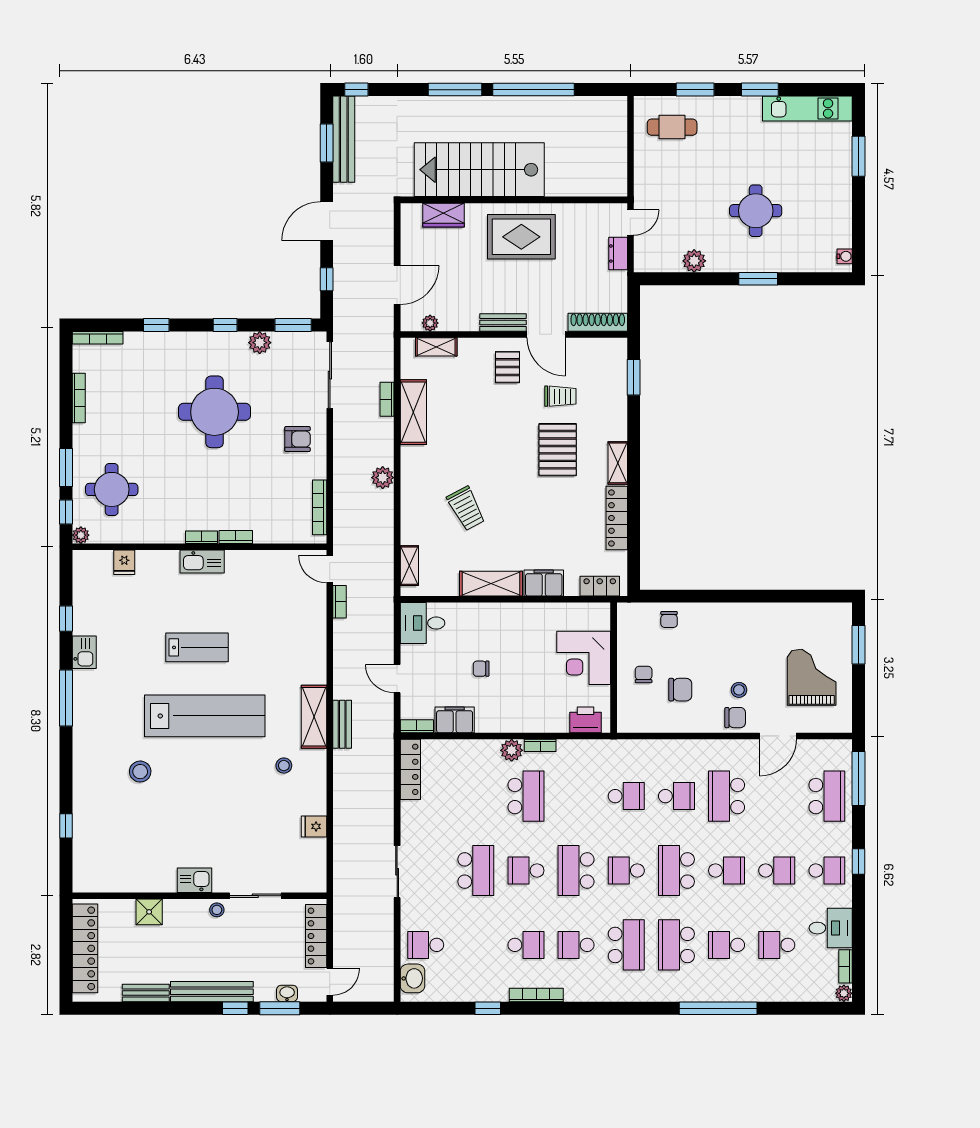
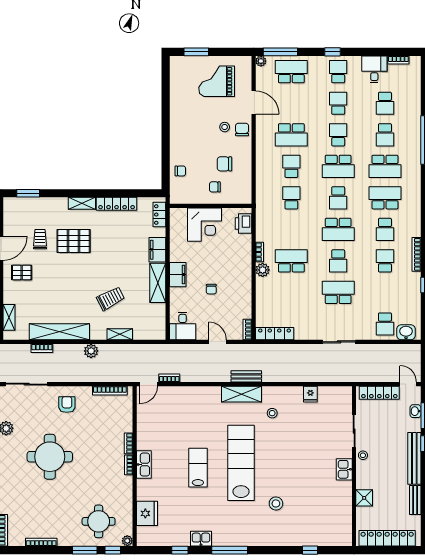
shelving: (413, 412) -> (59, 332), width x1.47
fridge: (124, 562) -> (147, 513), width x1.88, depth x1.34
shelving: (409, 566) -> (120, 334), moved
door: (397, 679) -> (217, 342), swing flipped
chair: (680, 690) -> (224, 164), turned -90
filing cabinet: (455, 720) -> (178, 275), moved, turned 180
plant: (844, 993) -> (261, 61), moved

